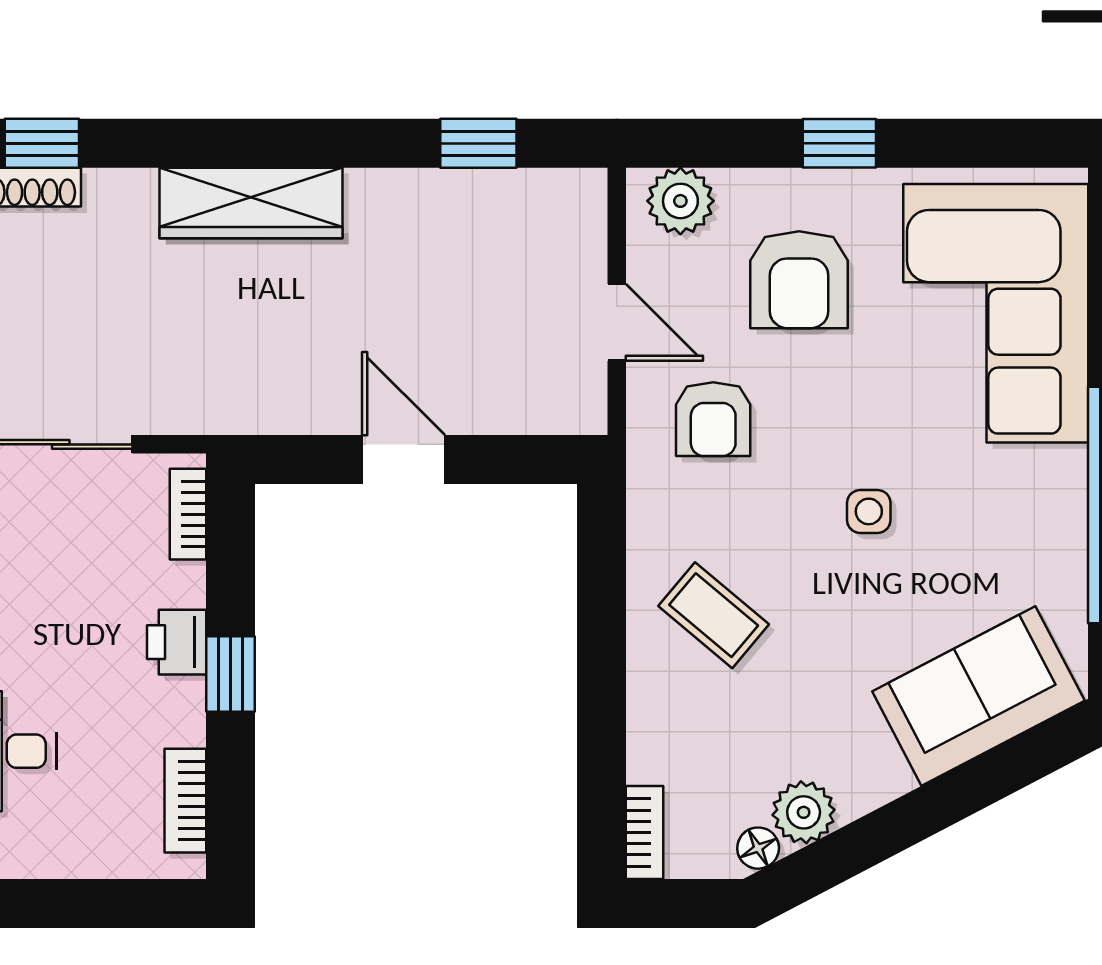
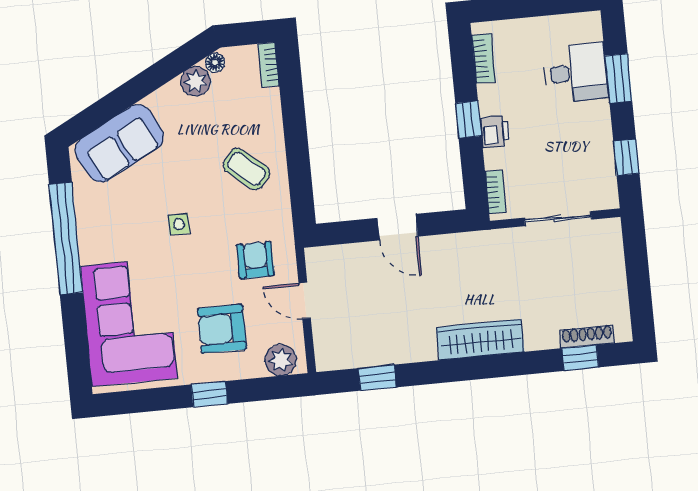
armchair: (799, 280) -> (222, 329), turned -90

